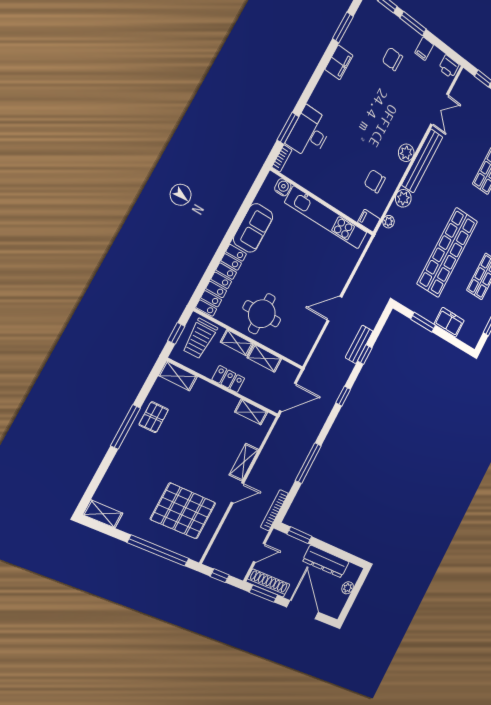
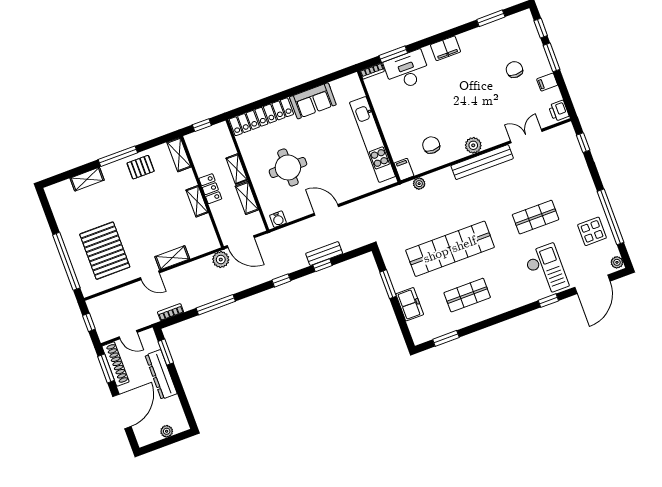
filing cabinet: (339, 62) -> (446, 48), moved
double door: (439, 110) -> (526, 136), swing flipped
water cooler: (283, 187) -> (278, 219), moved, turned 90
plant: (403, 198) -> (221, 260), moved
round table: (262, 314) -> (288, 167), moved
trolley: (200, 339) -> (214, 143), removed
shelving: (251, 412) -> (197, 201), moved
bookcase: (274, 510) -> (171, 312), width x0.64
shelving: (103, 514) -> (87, 179), moved, turned 90
dresser: (326, 561) -> (161, 375), moved

